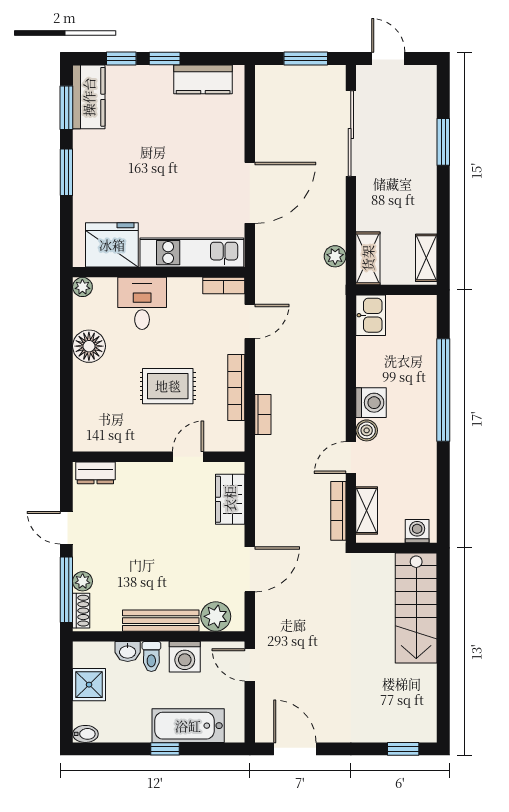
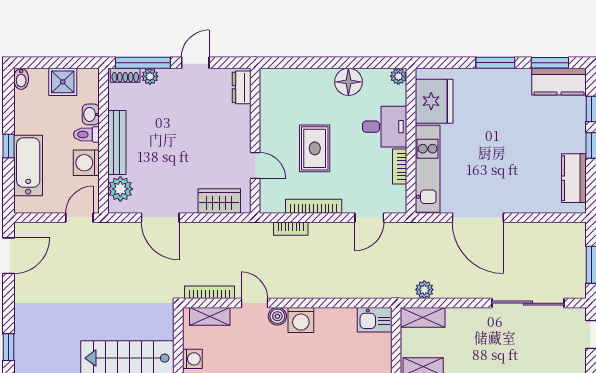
bookcase: (224, 286) -> (400, 167), moved
door: (250, 321) -> (369, 218), hinge flipped

